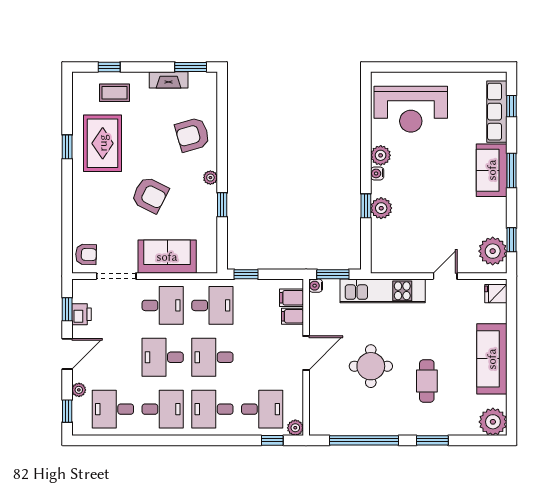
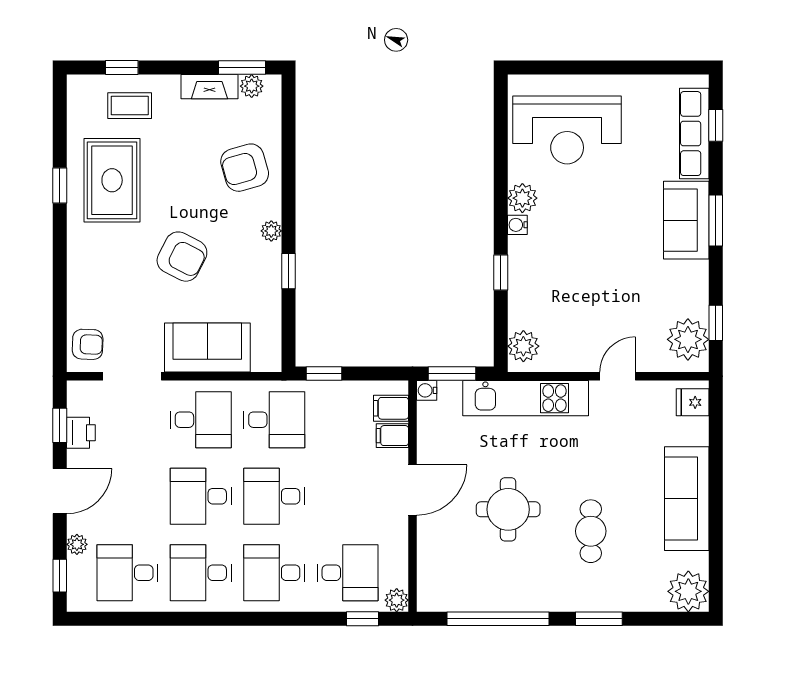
plant: (197, 79) -> (252, 86), added
plant: (381, 208) -> (523, 346), moved
desk: (163, 409) -> (201, 573), turned 180

